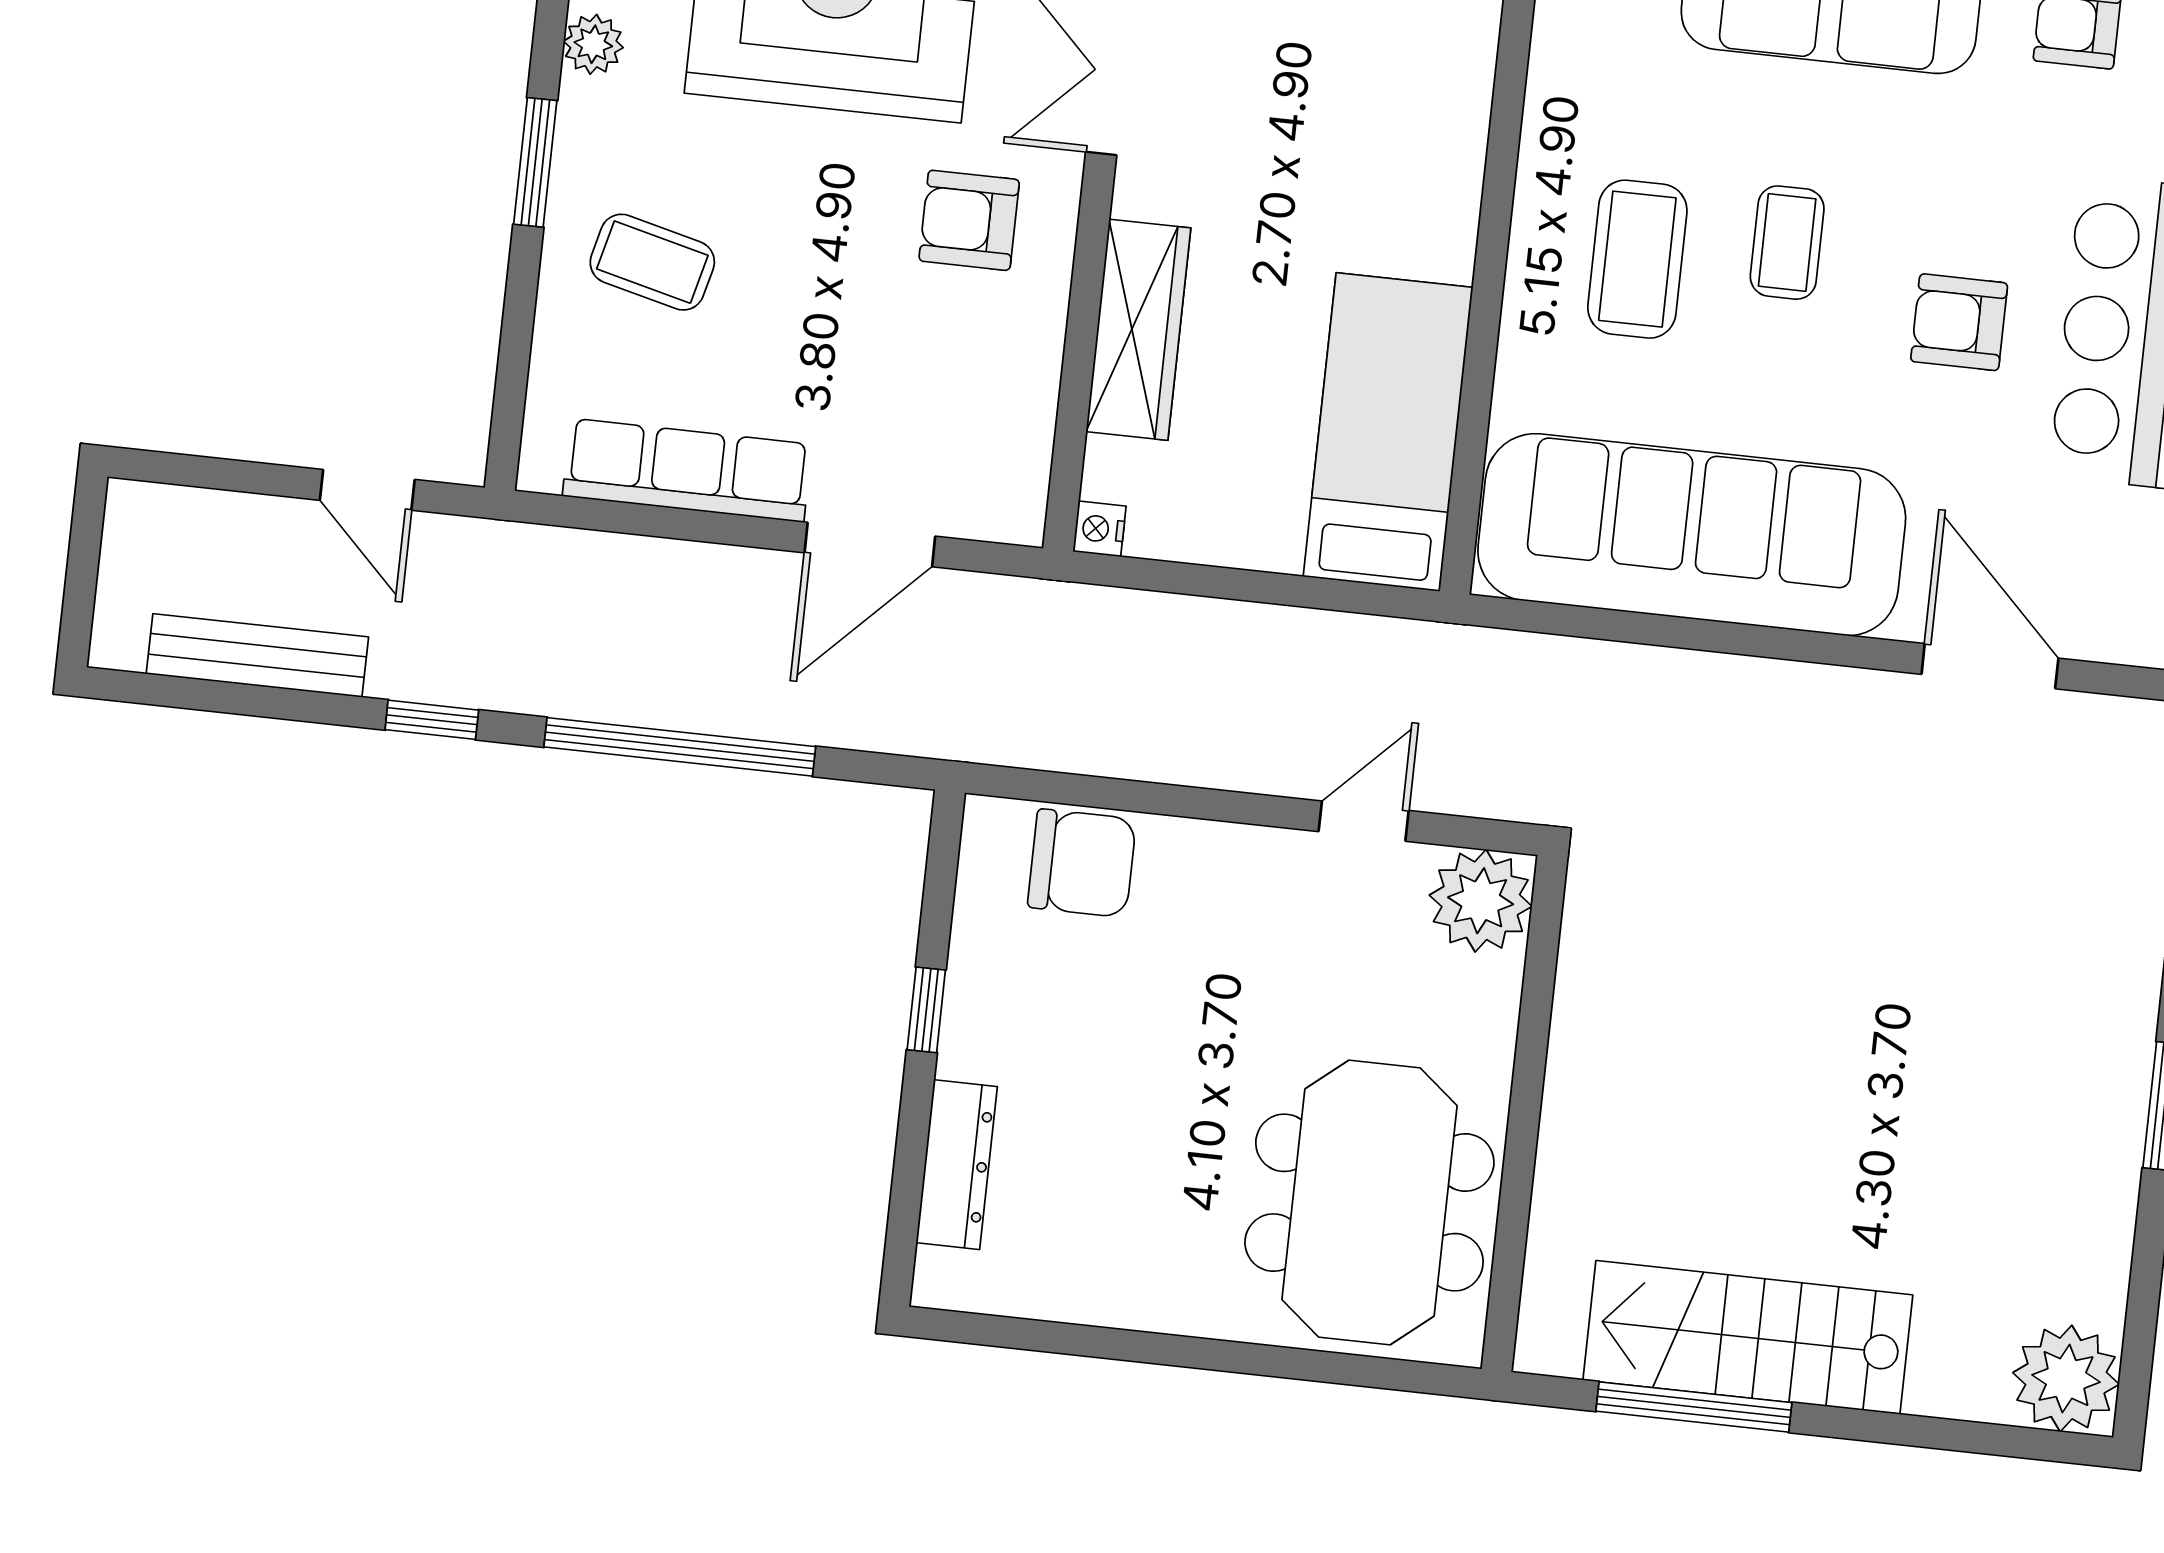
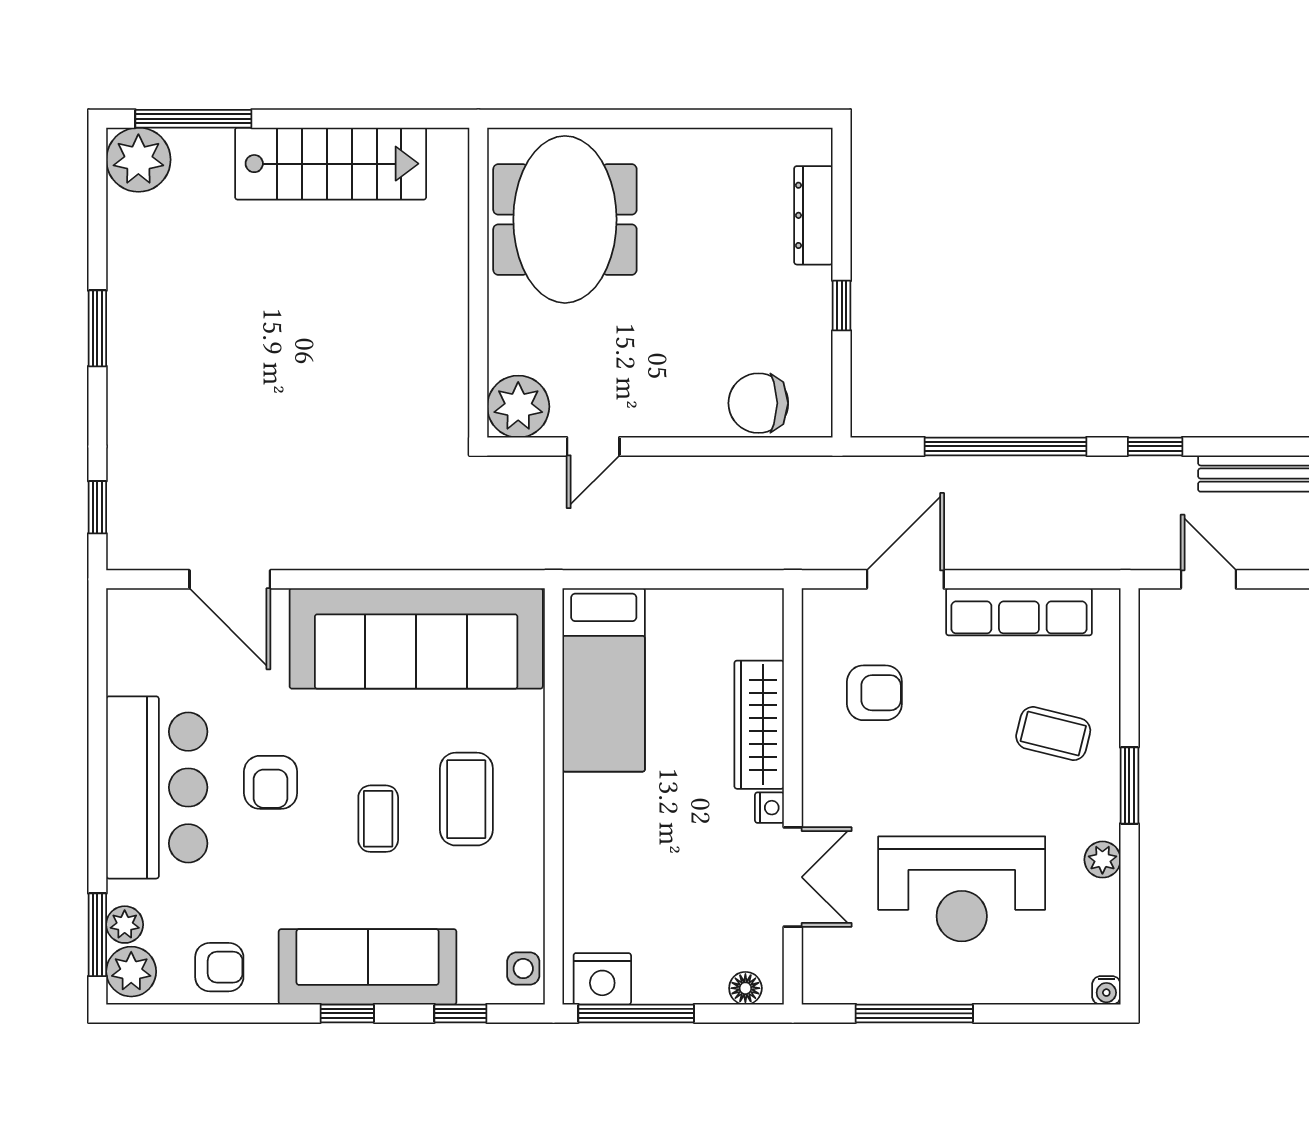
armchair: (969, 220) -> (874, 693), moved
armchair: (1959, 322) -> (271, 782), turned 90
nightstand: (1099, 529) -> (769, 808), moved
window: (1694, 1407) -> (193, 119), moved

